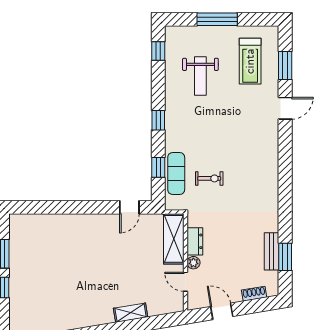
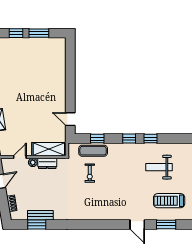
window: (158, 51) -> (150, 139), moved

